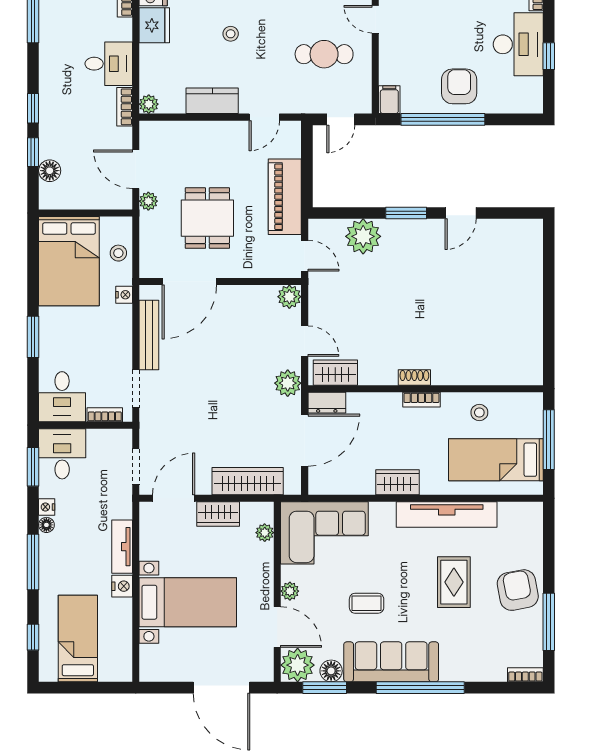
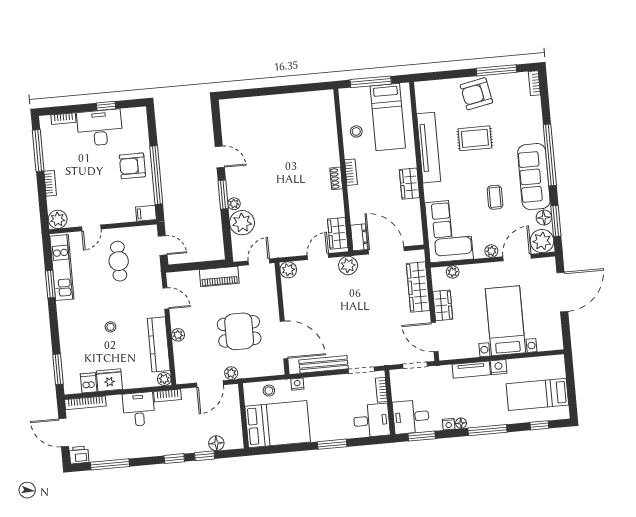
kitchen counter: (212, 101) -> (159, 344), width x1.50
plant: (210, 130) -> (178, 335), added
piano: (285, 197) -> (219, 276), width x0.73, depth x0.75
plant: (391, 227) -> (234, 204), added

